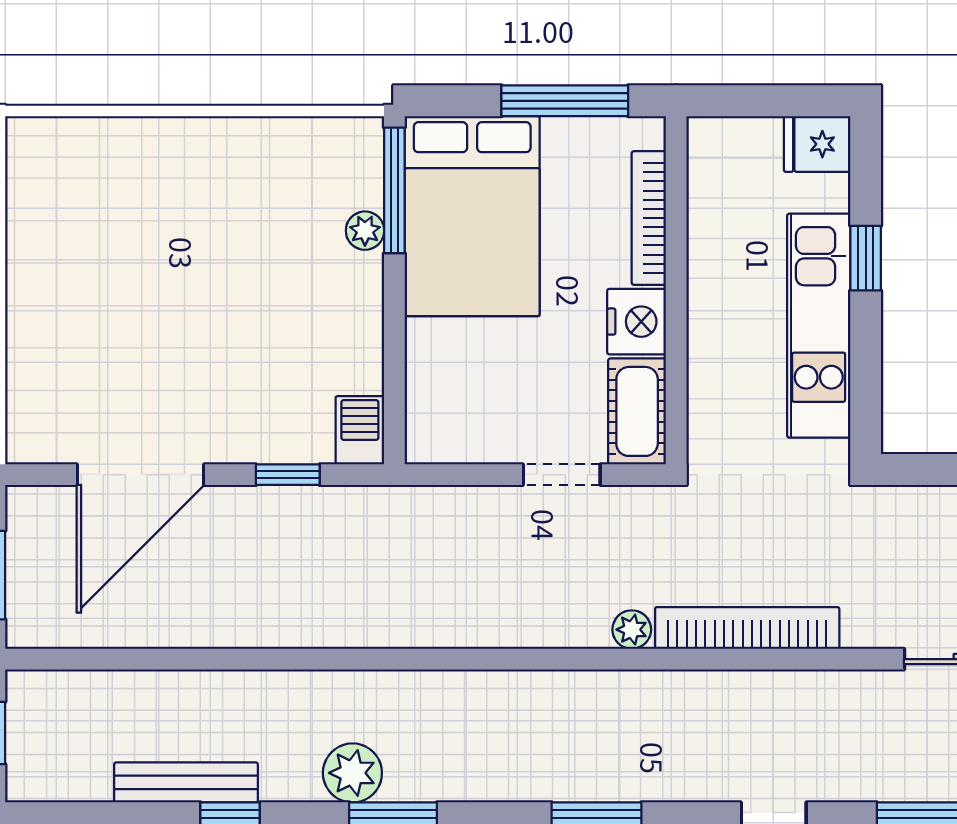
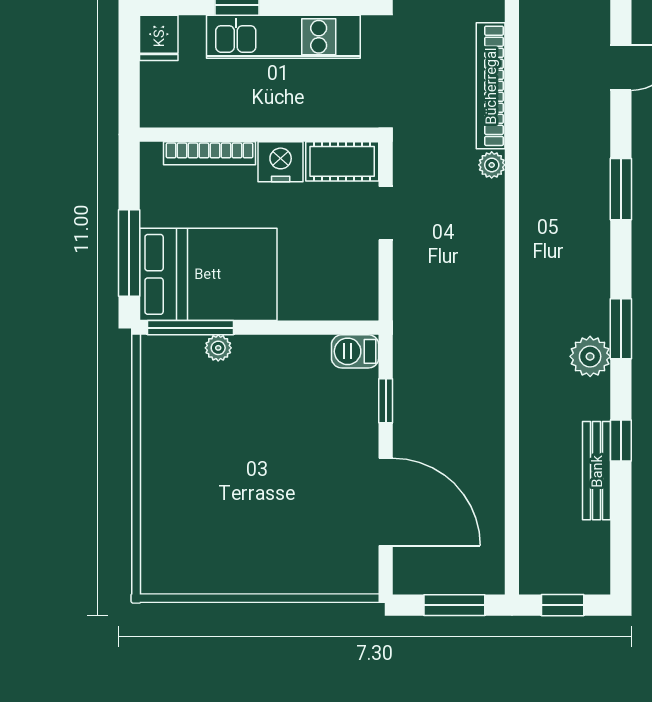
window: (565, 101) -> (129, 253), moved

